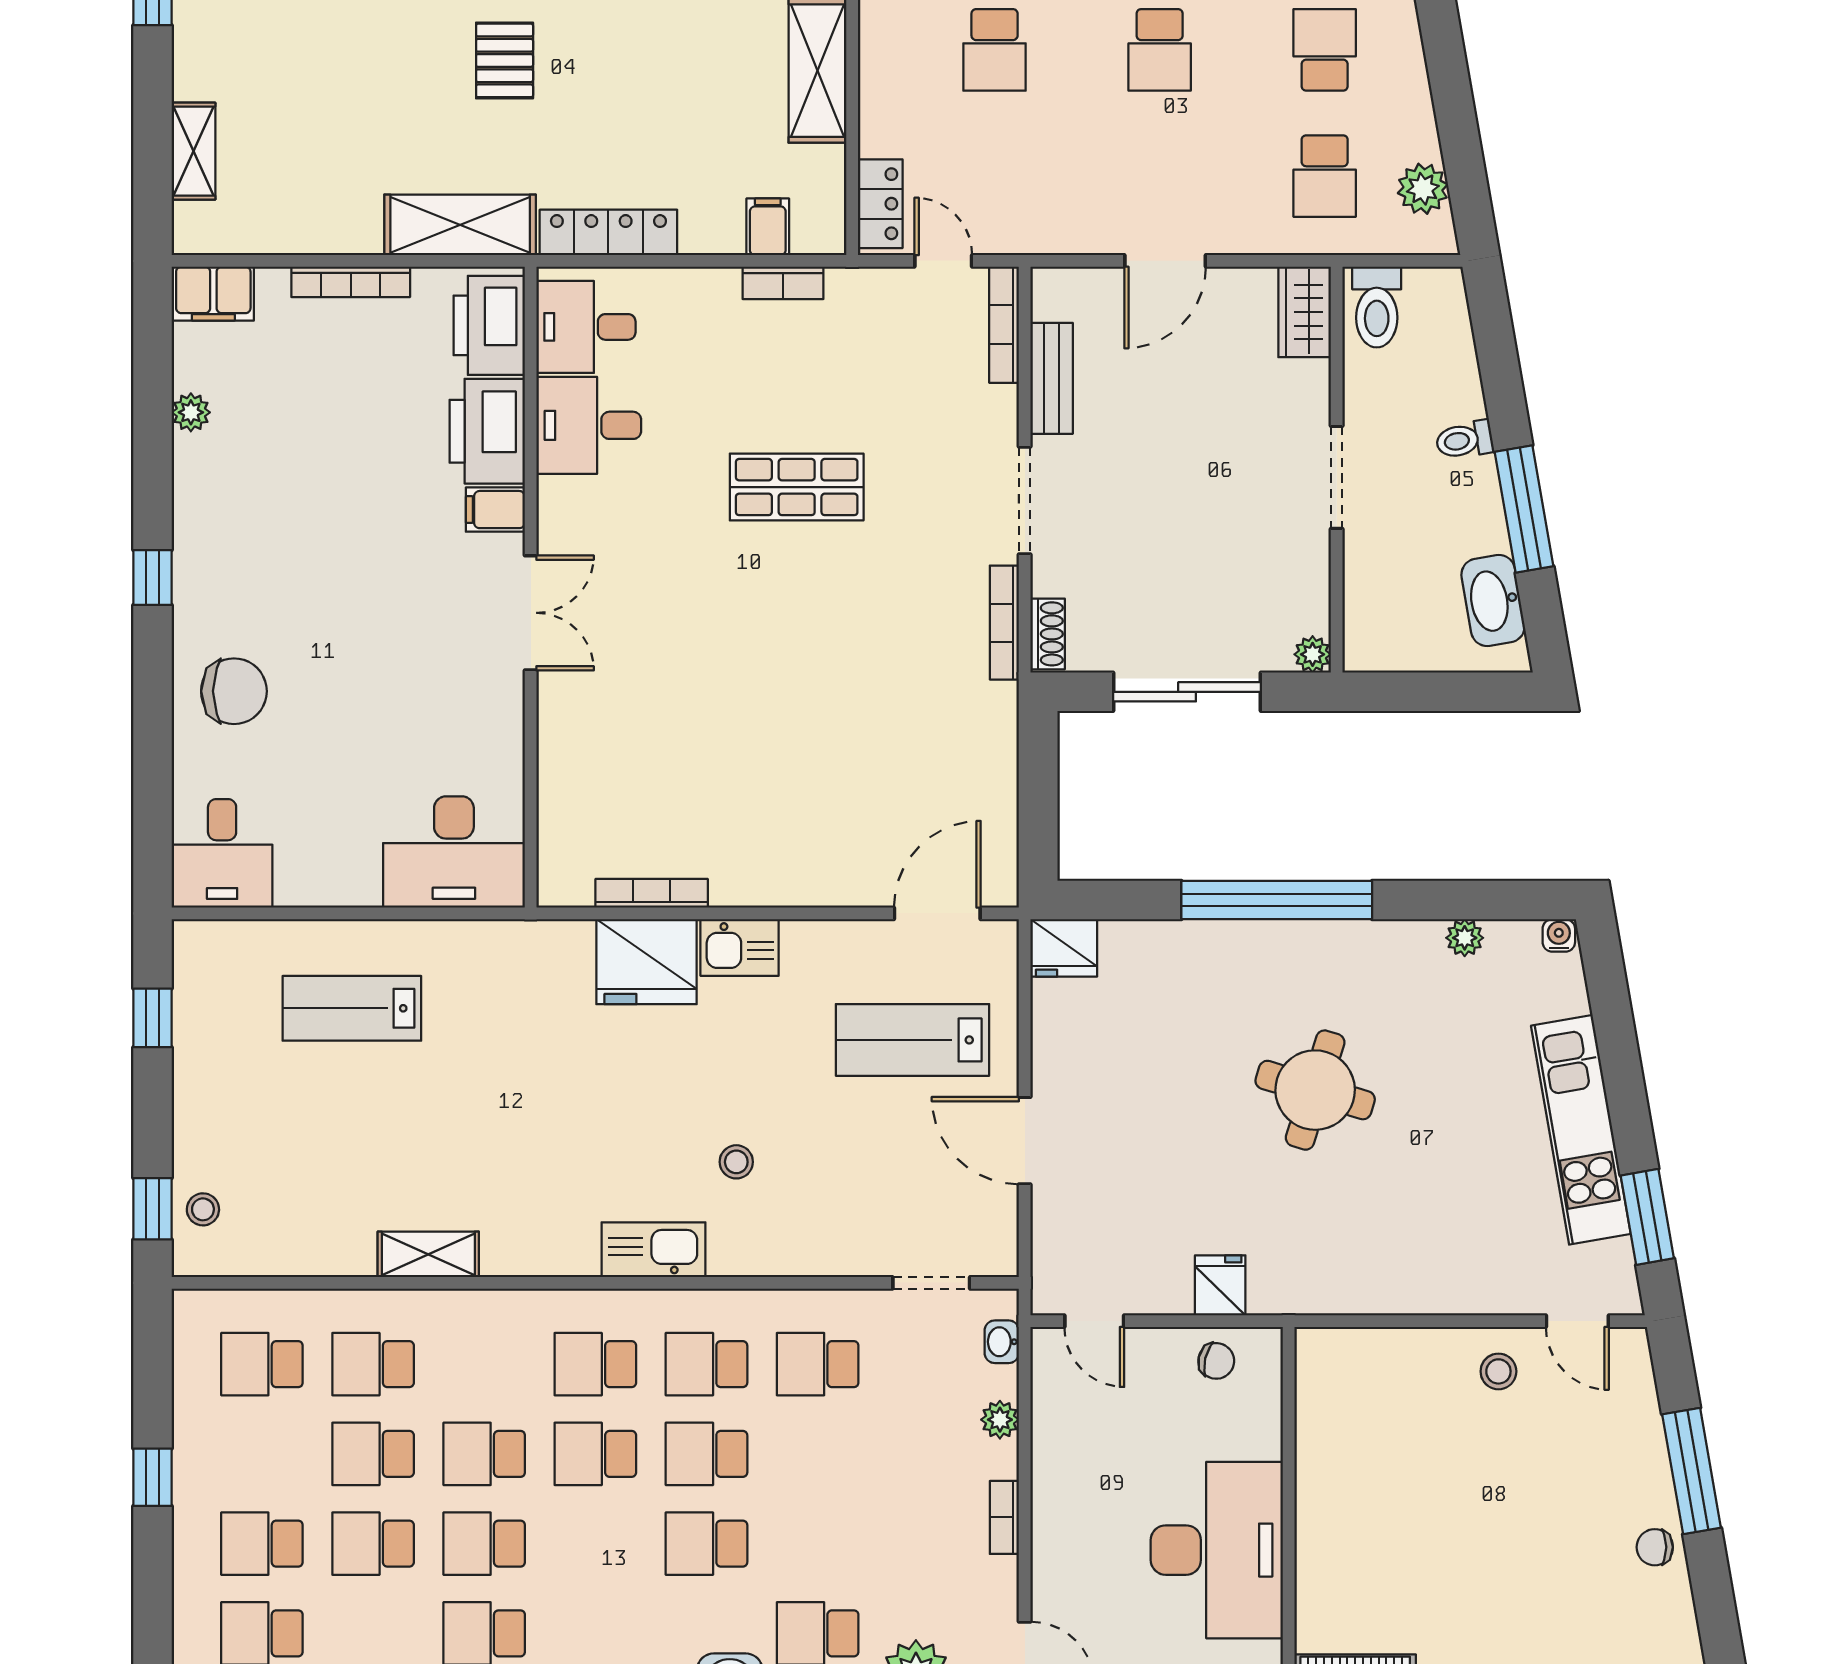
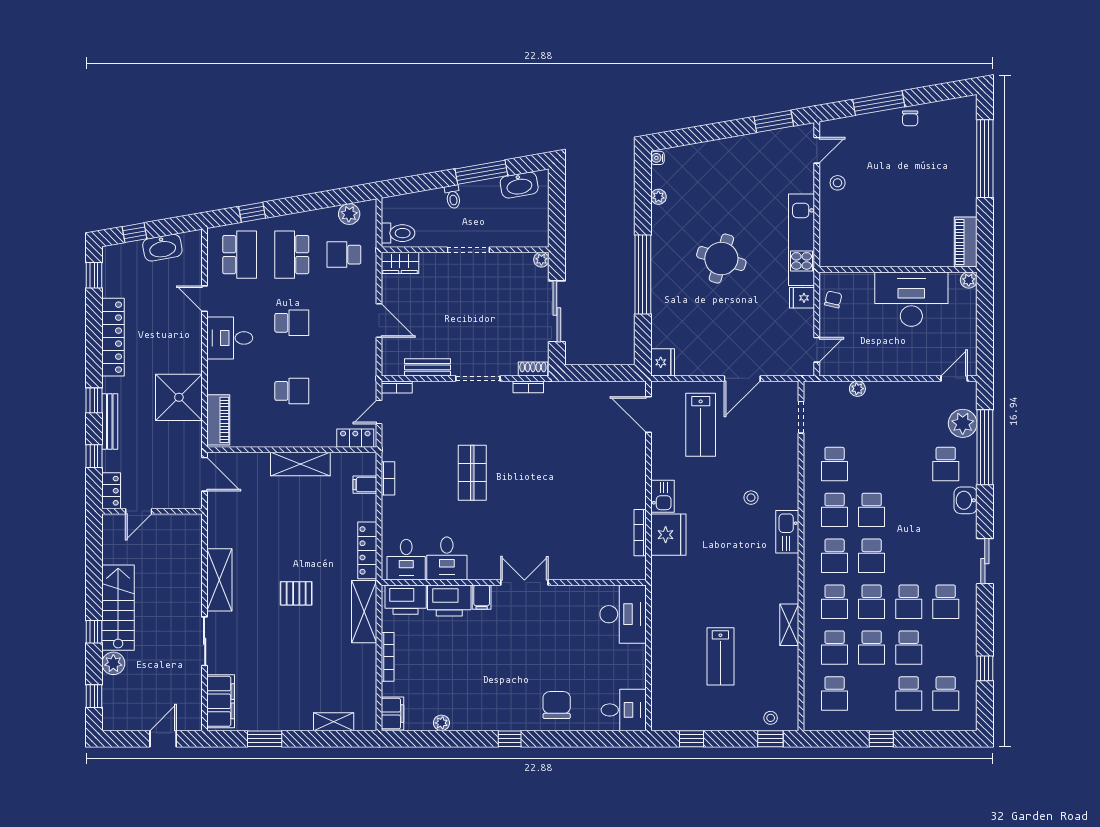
school desk: (1325, 50) -> (292, 255), width x1.85
school desk: (1325, 176) -> (344, 255), turned 180
bookcase: (1004, 325) -> (397, 387), width x0.64
bookcase: (1004, 623) -> (528, 387), width x0.64
lab bench: (352, 1008) -> (720, 656), moved
kitchen unit: (1581, 1130) -> (802, 240), moved, turned 100
washbasin: (1002, 1342) -> (825, 388), removed
bookcase: (1004, 1517) -> (898, 387), removed
school desk: (706, 1544) -> (835, 602), moved

